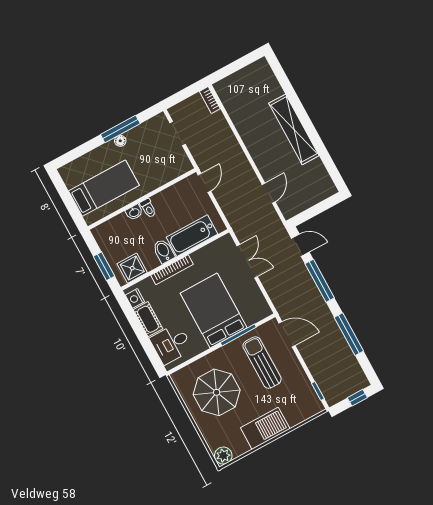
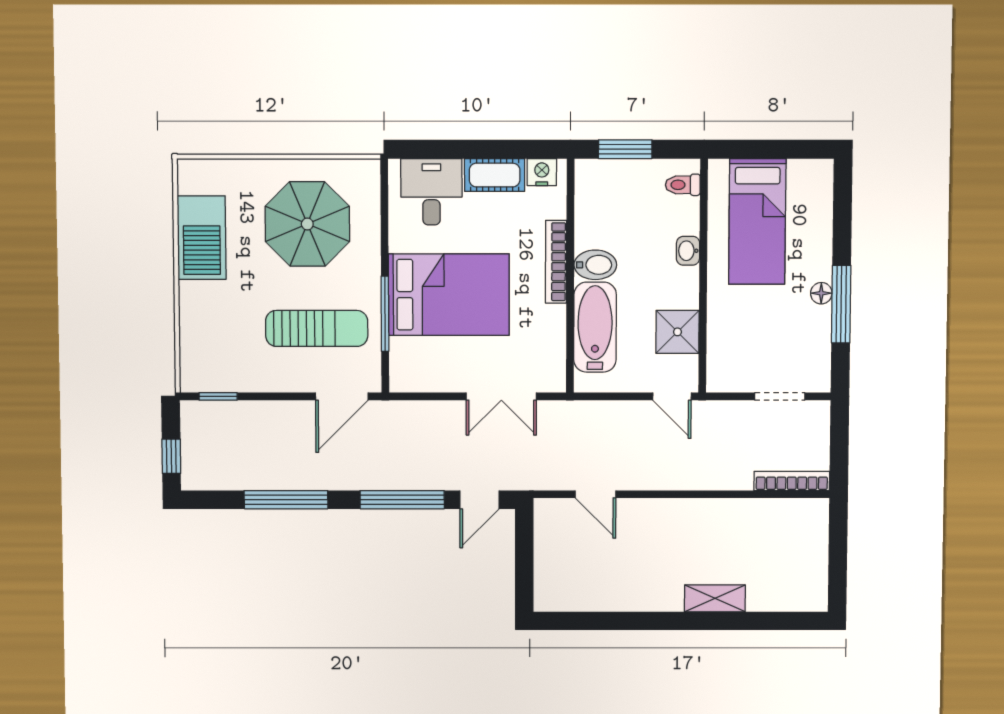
bookcase: (210, 100) -> (792, 481), width x1.56
shelving: (294, 129) -> (715, 598), width x0.45, depth x0.75
toilet: (148, 208) -> (683, 185), moved
shower: (132, 268) -> (677, 332), moved
barbecue: (265, 428) -> (202, 238), moved
plant: (223, 456) -> (194, 177), removed

